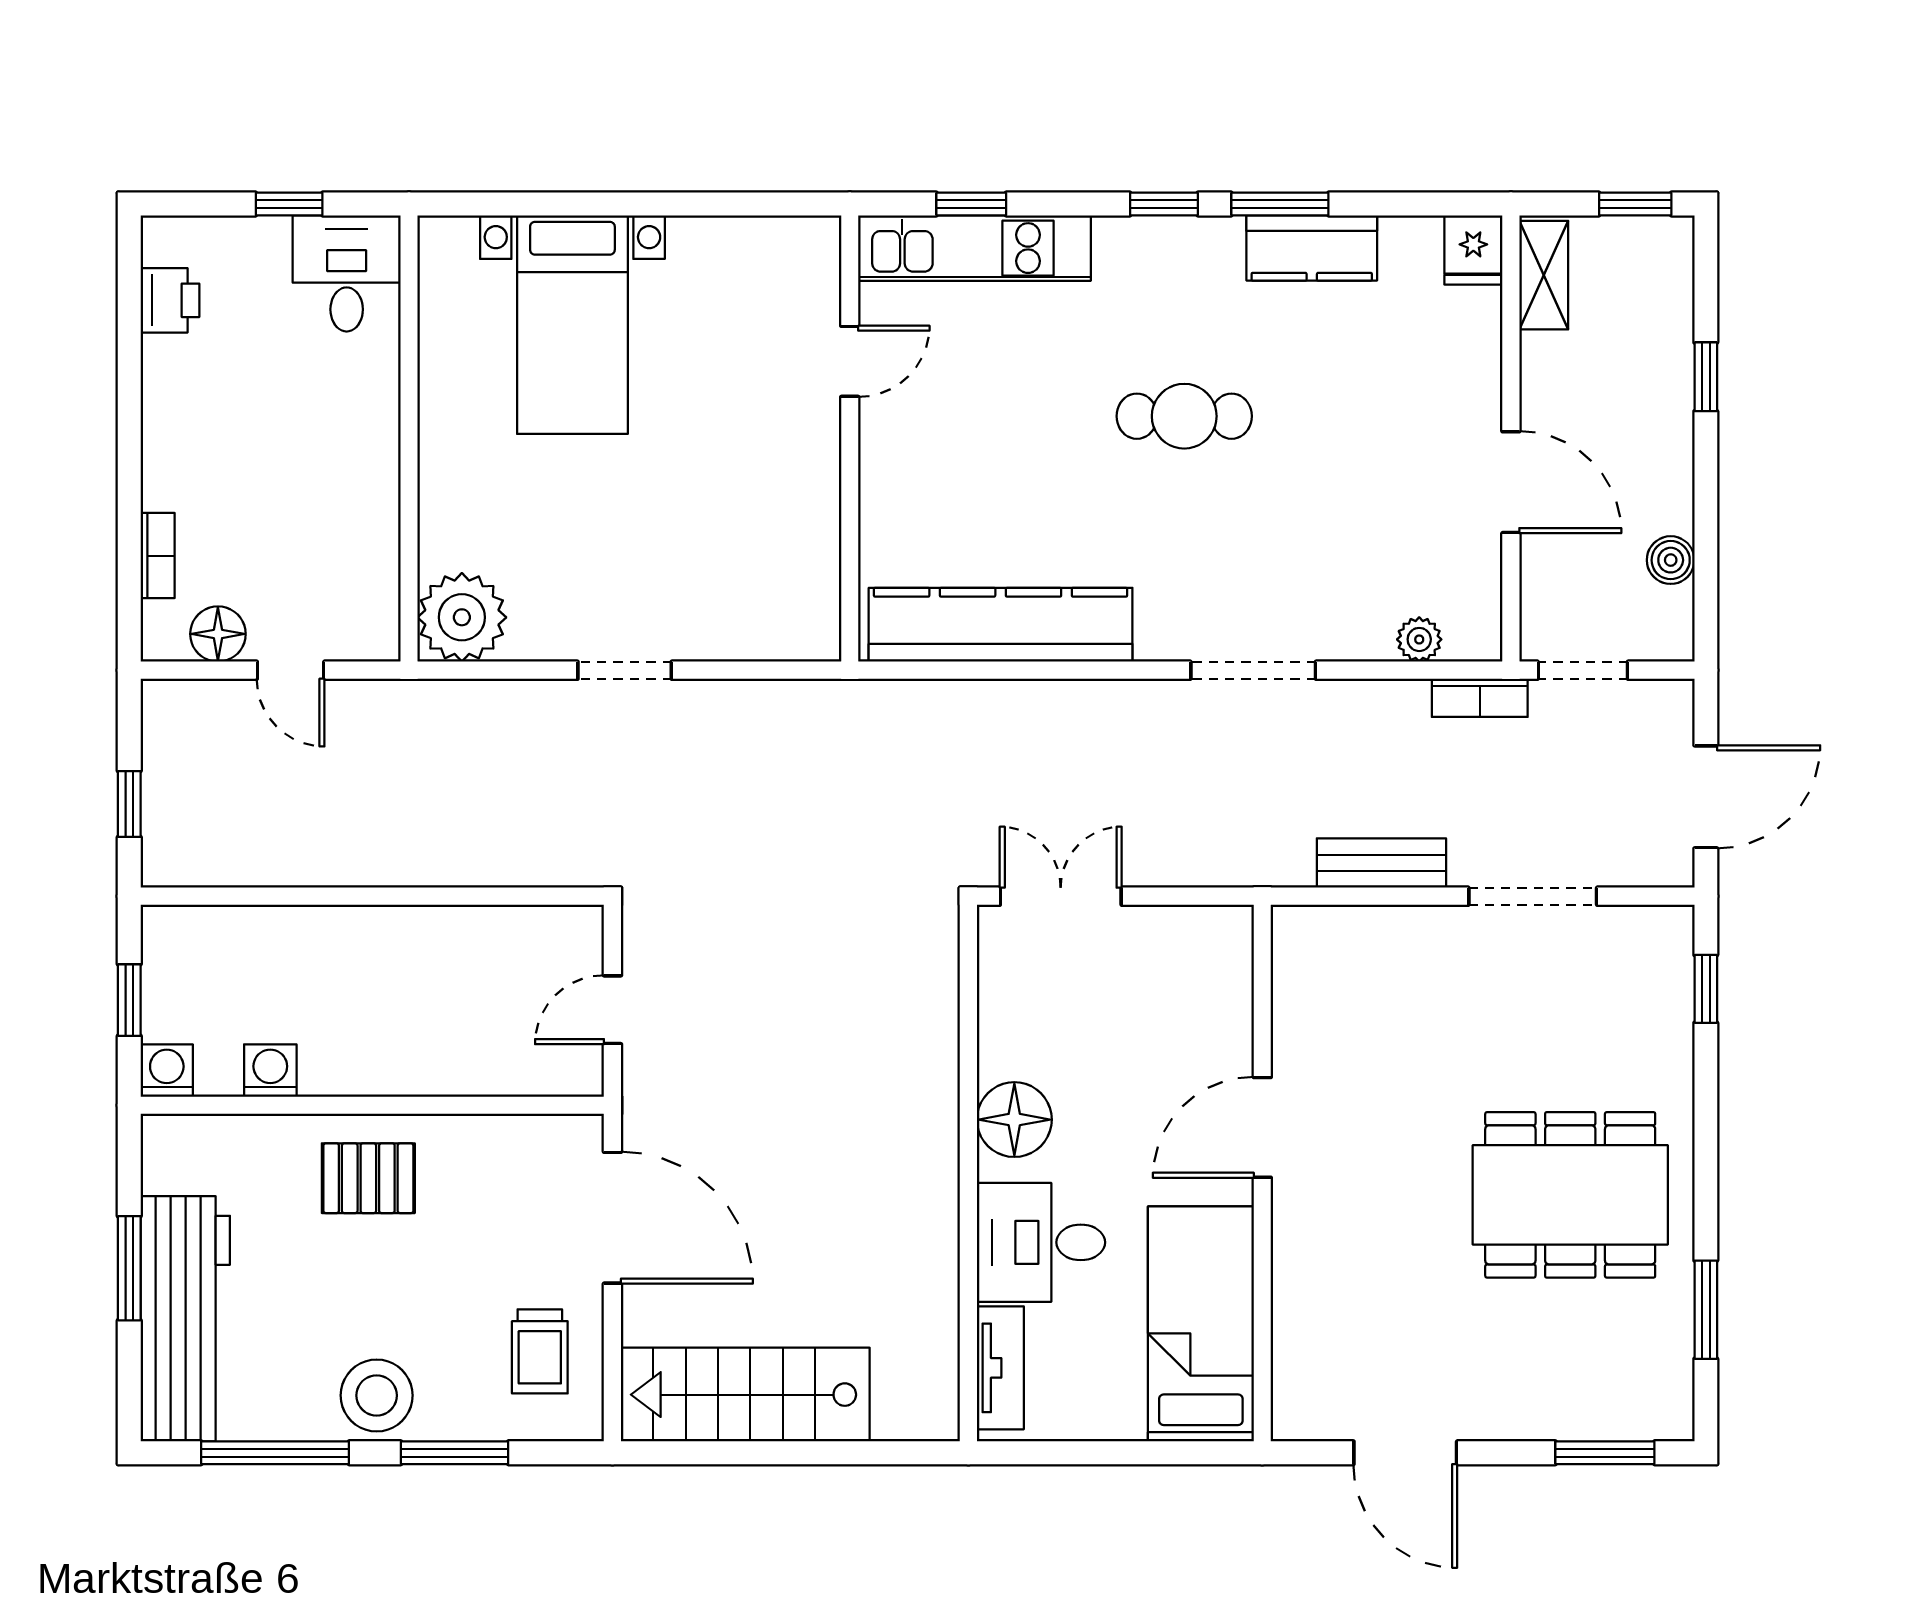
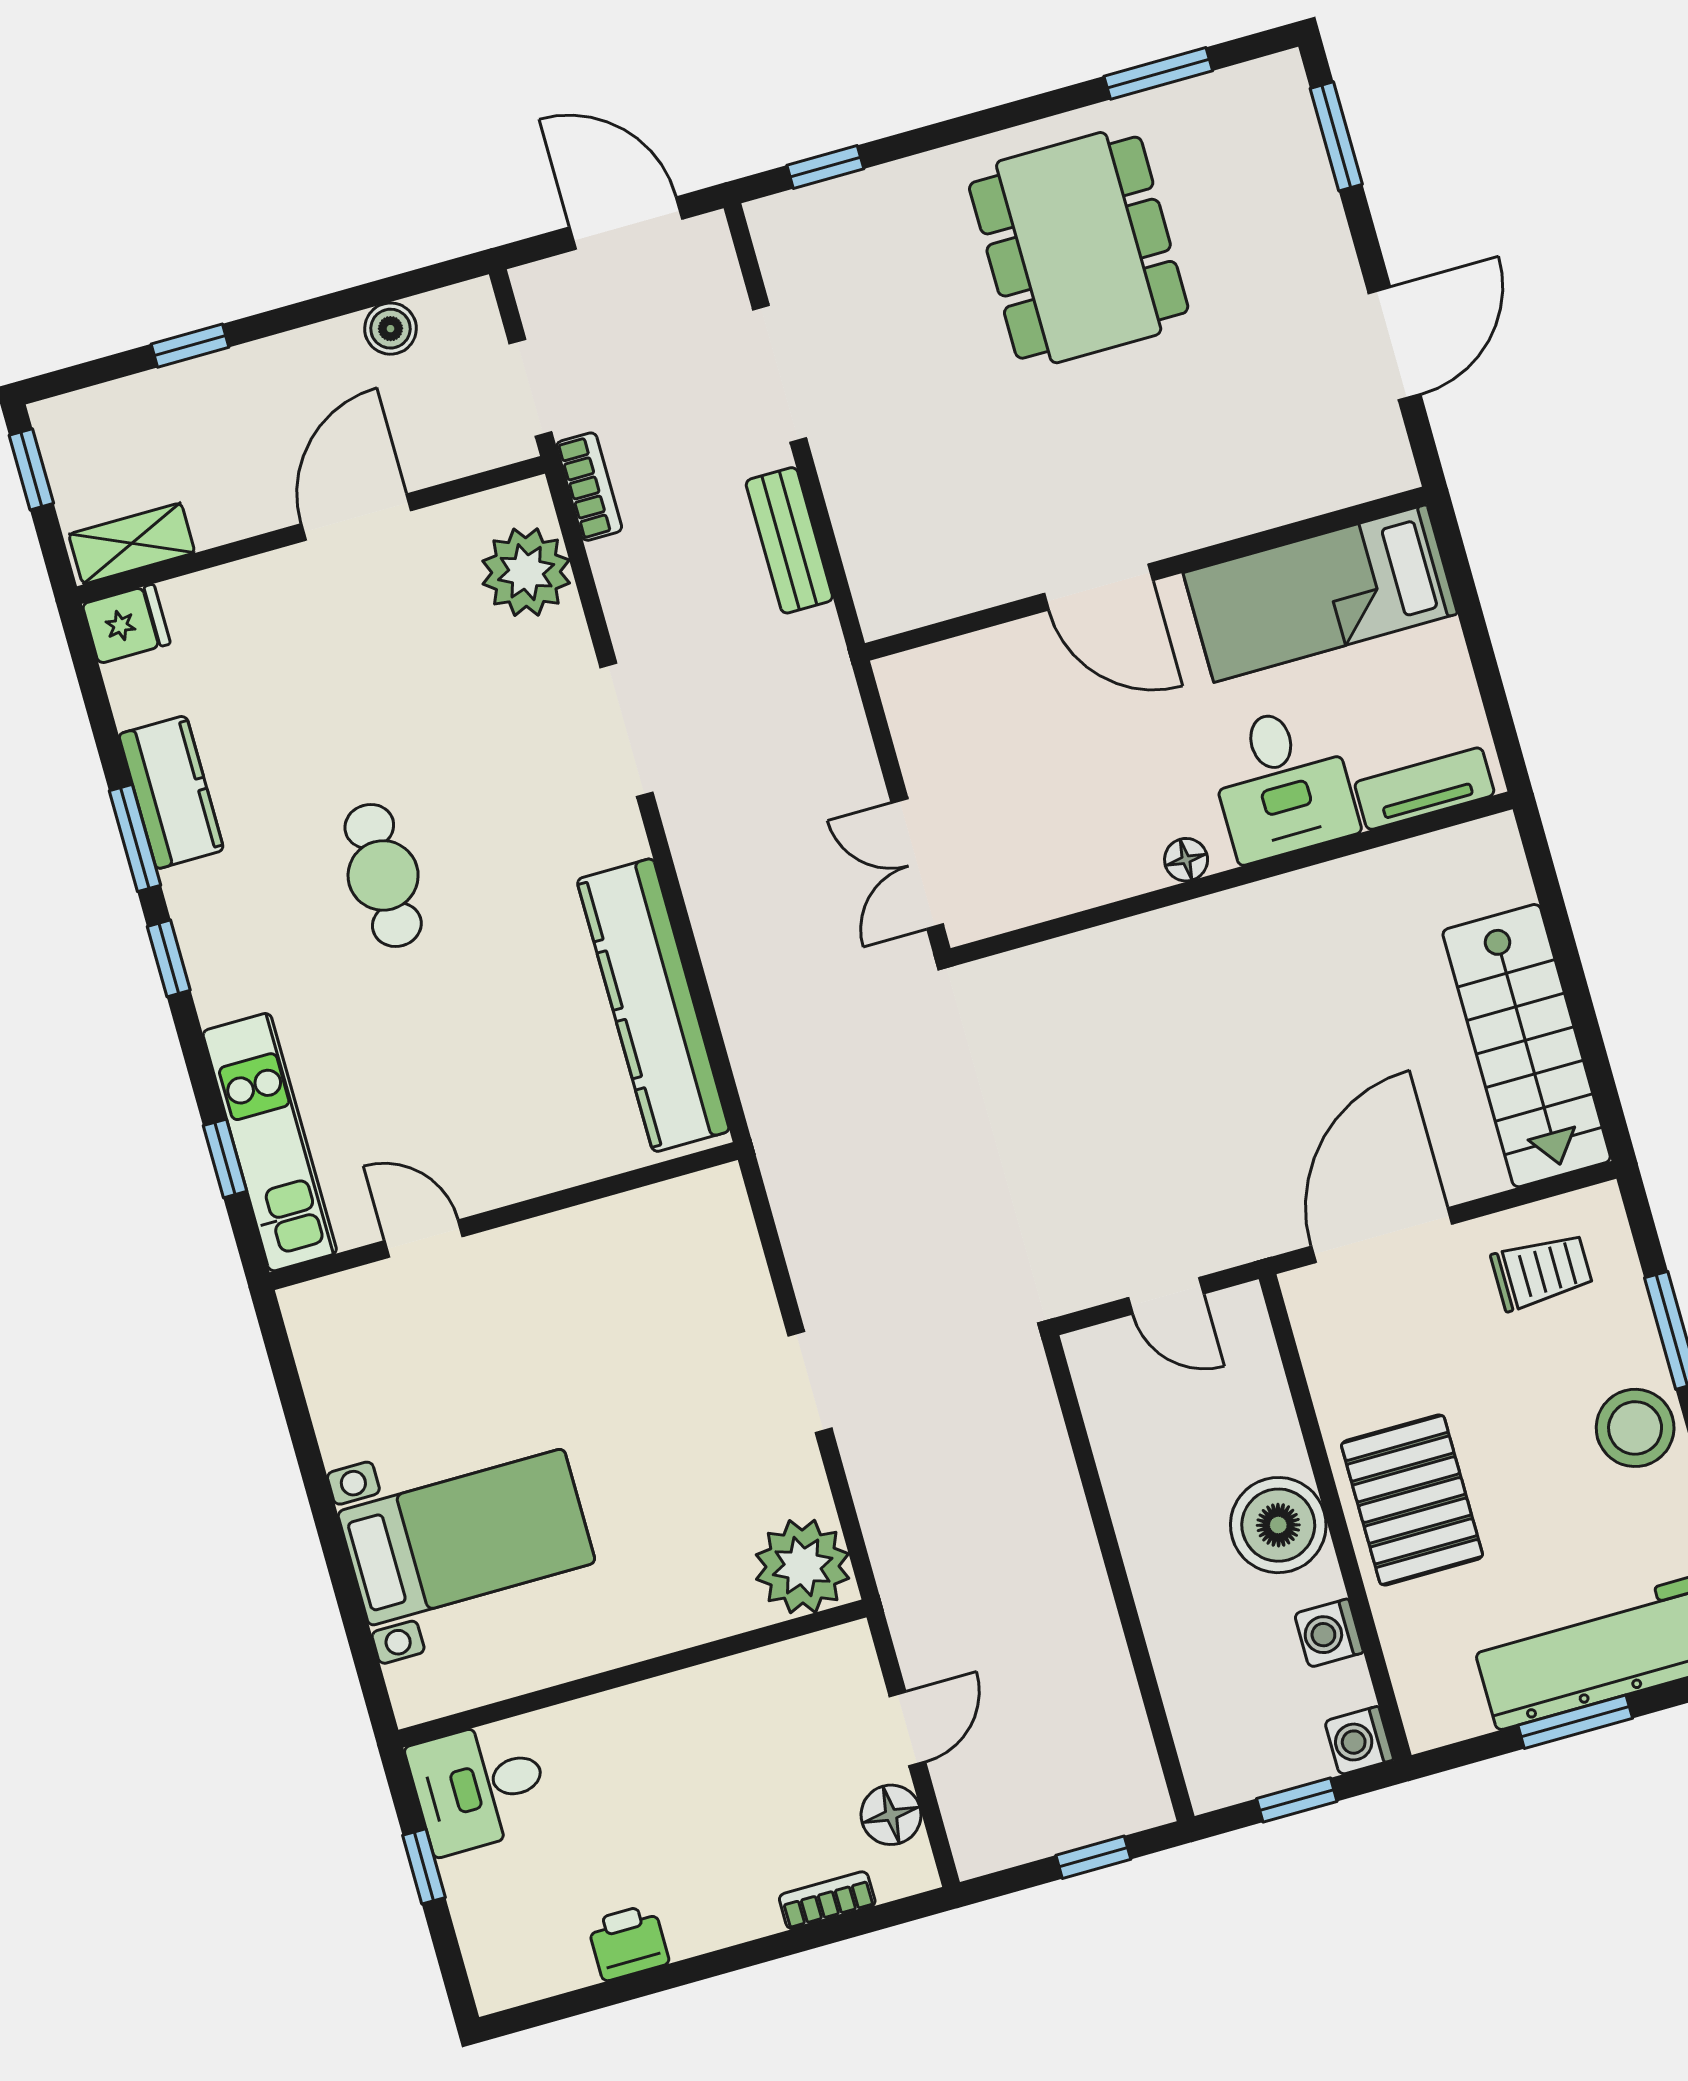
printer: (170, 300) -> (628, 1942), moved
plant: (1419, 639) -> (526, 572), width x1.88, depth x1.88
boiler: (379, 1052) -> (1278, 1525), added
floor lamp: (1014, 1120) -> (1186, 860), width x0.53, depth x0.53
pallet: (368, 1178) -> (1412, 1500), width x1.50, depth x1.42

